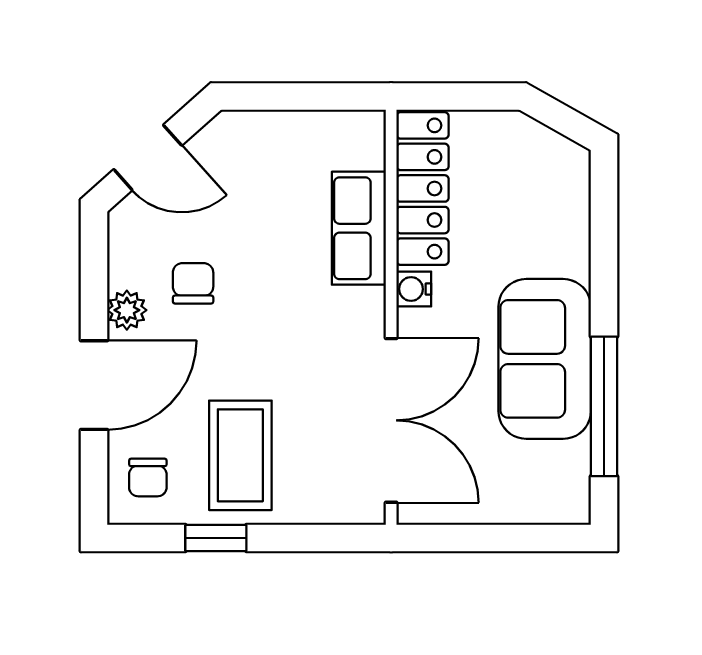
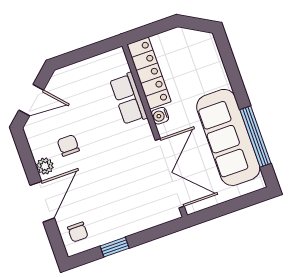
sofa: (545, 359) -> (228, 137), width x1.36
coffee table: (240, 455) -> (113, 209), removed

